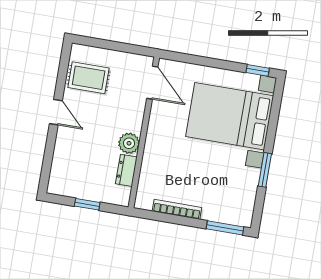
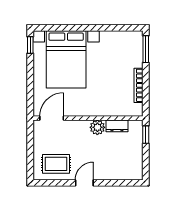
rug: (89, 78) -> (56, 164), turned 90
window: (265, 170) -> (100, 28), removed
window: (87, 204) -> (146, 135), moved

